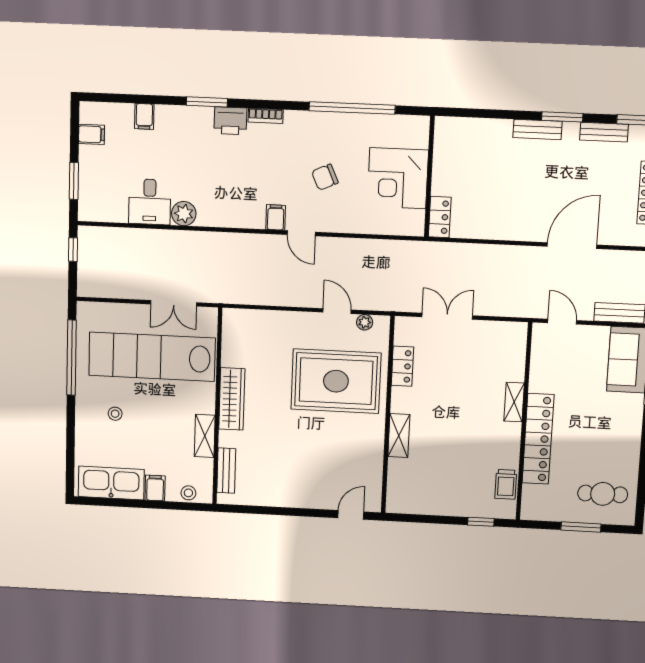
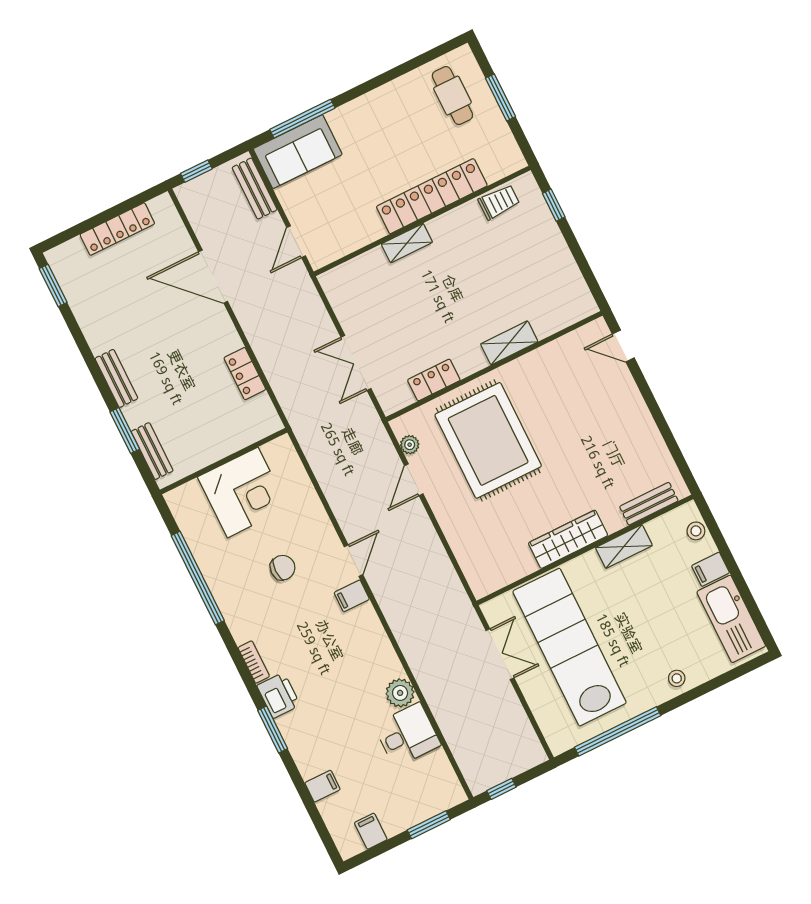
window: (562, 117) -> (125, 430), moved
bench: (604, 132) -> (152, 451), moved
chair: (325, 177) -> (283, 568), turned -66
locker: (440, 217) -> (245, 374), moved, turned -90
lab bench: (152, 357) -> (570, 647), turned 180
stool: (115, 414) -> (677, 678), moved

